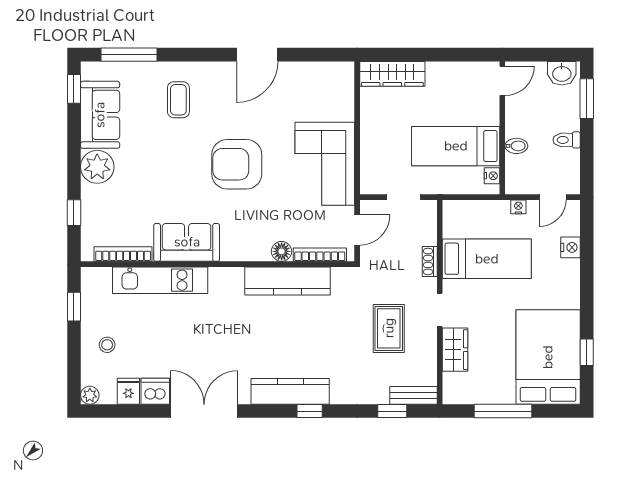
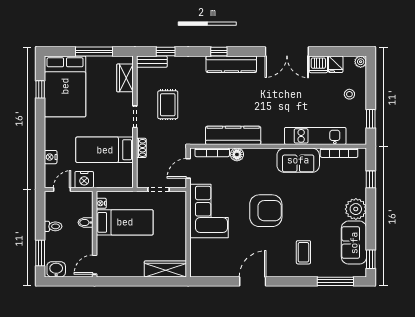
nightstand: (518, 207) -> (84, 180), width x1.89, depth x1.79
wardrobe: (455, 350) -> (125, 78), moved

